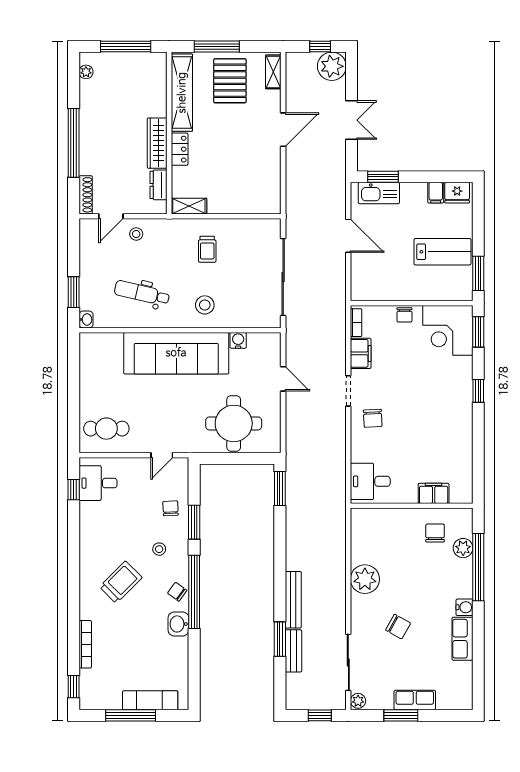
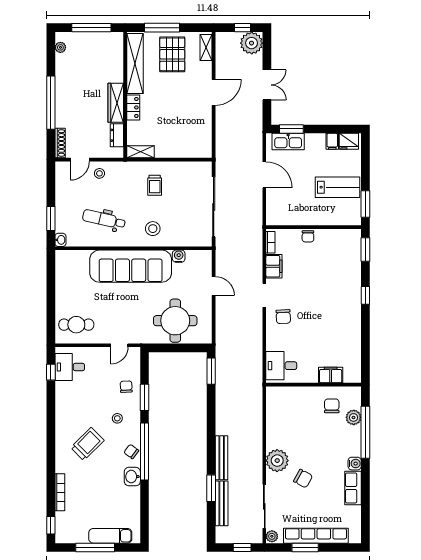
corner desk: (448, 330) -> (342, 248), removed
plant: (365, 579) -> (277, 461), moved
bench: (293, 651) -> (222, 503), width x1.36
row of seats: (415, 700) -> (316, 536), width x2.02

